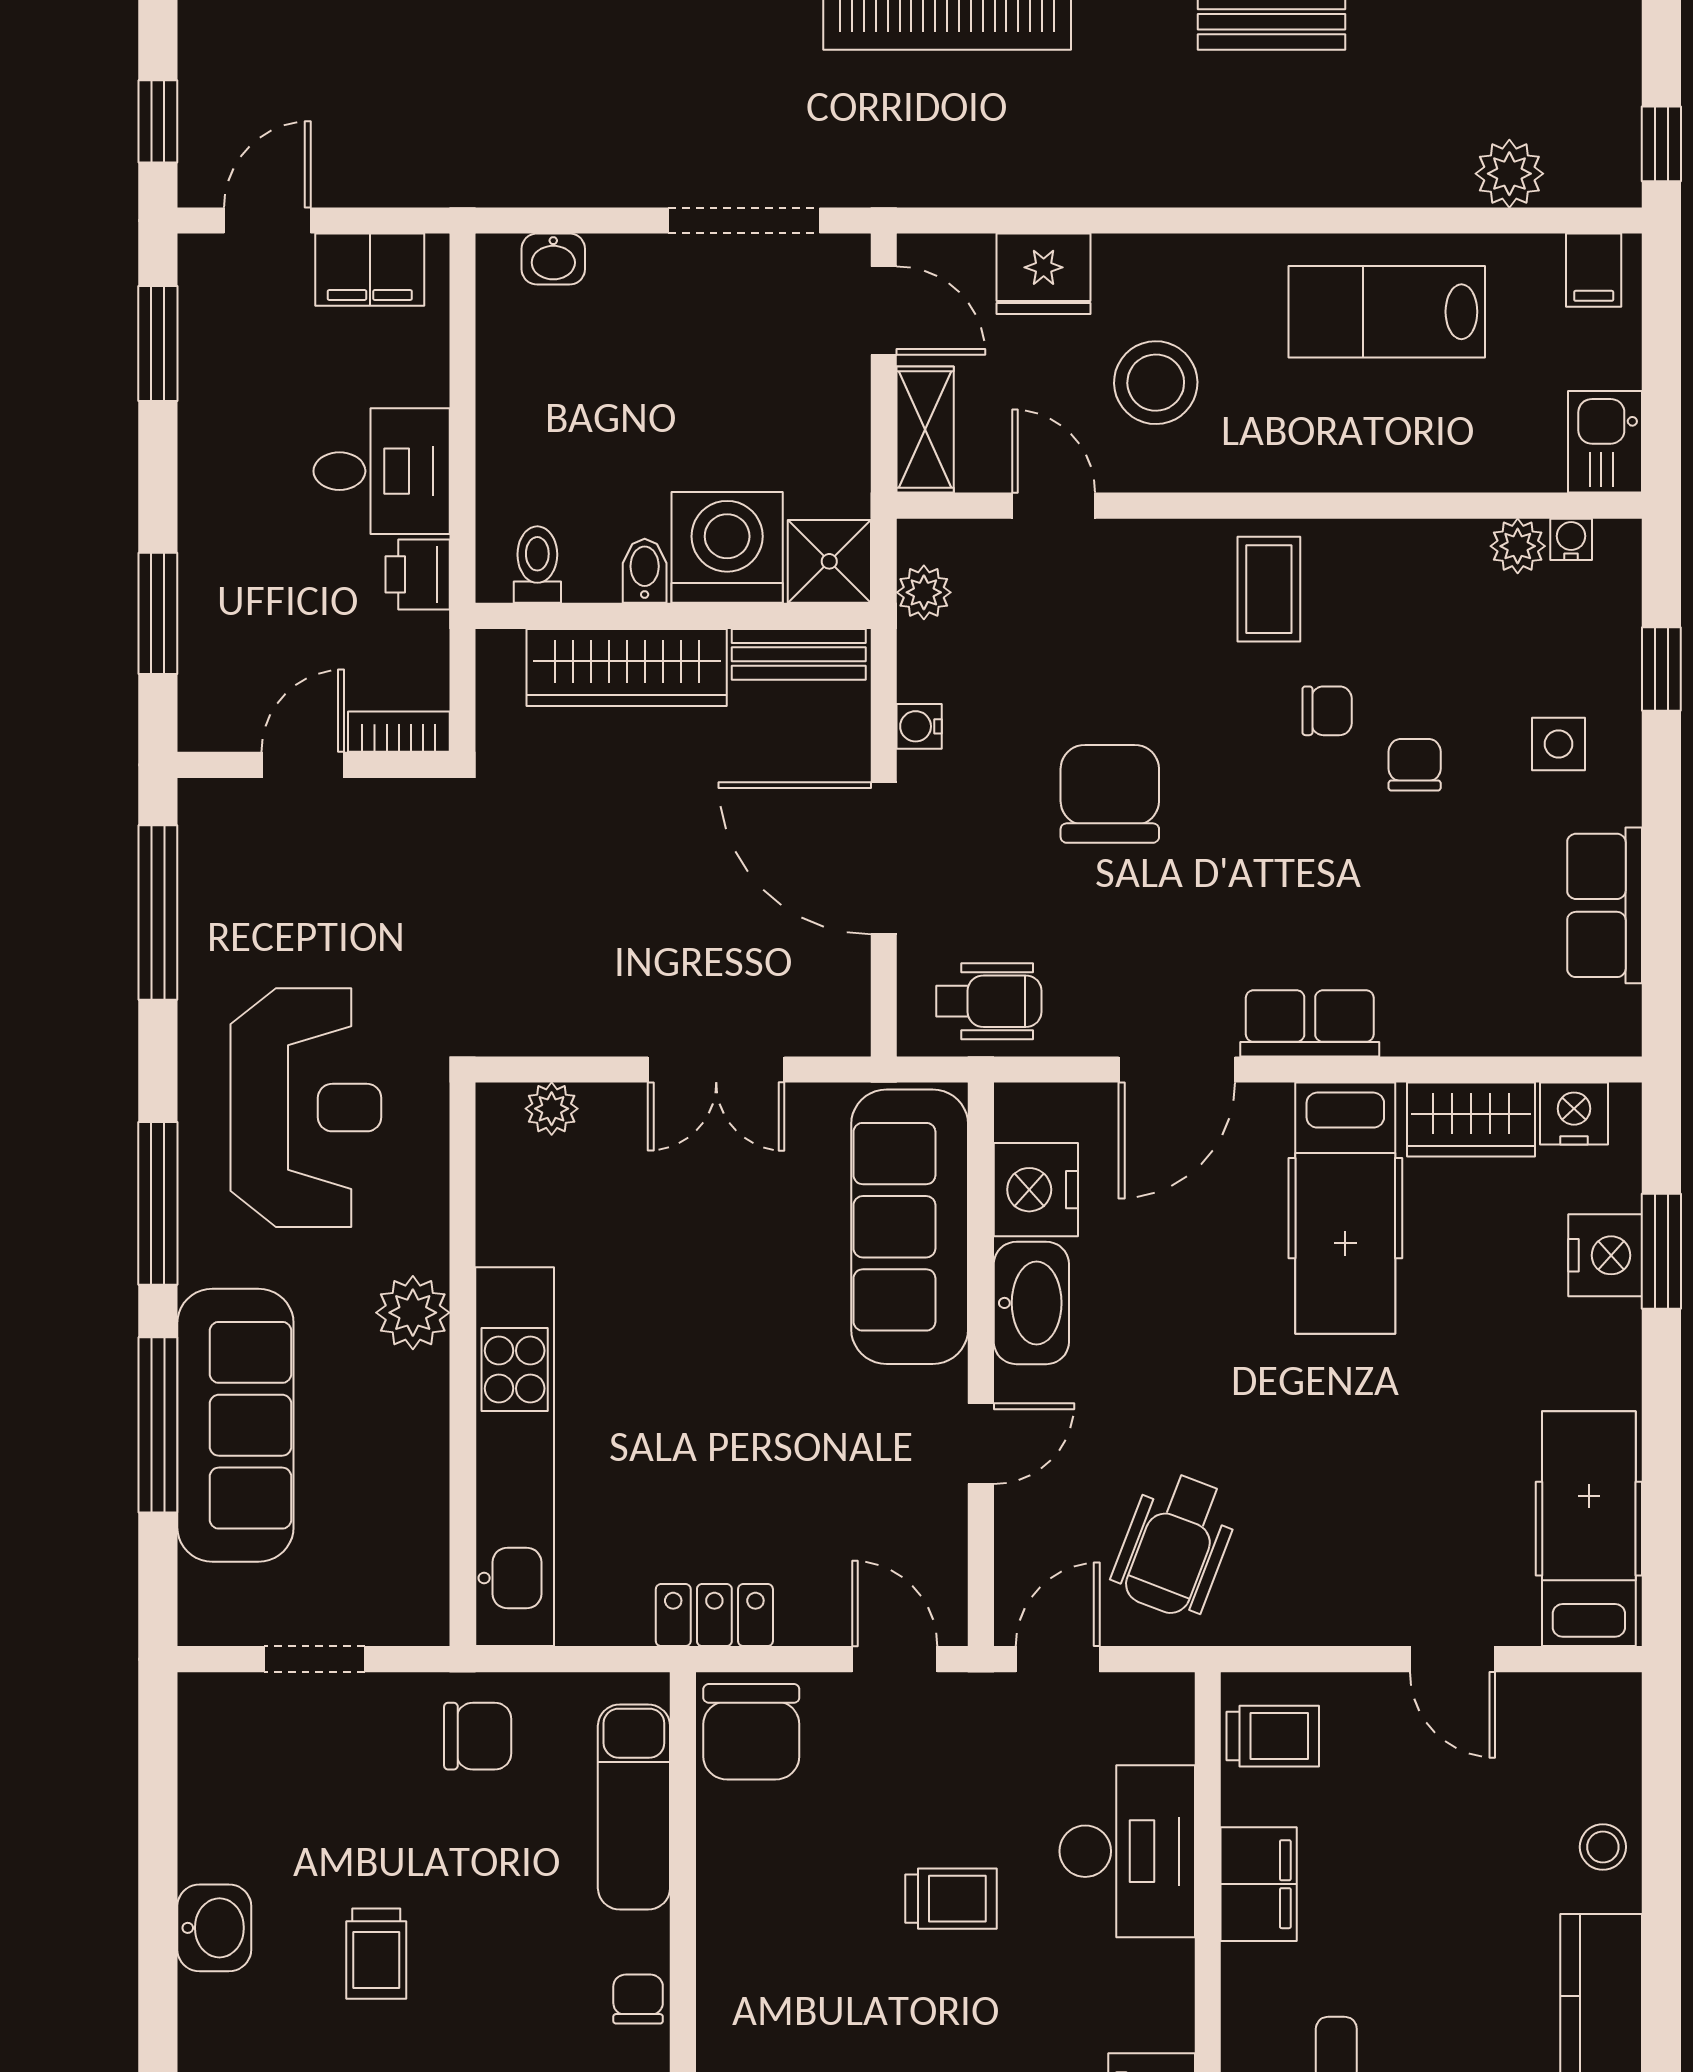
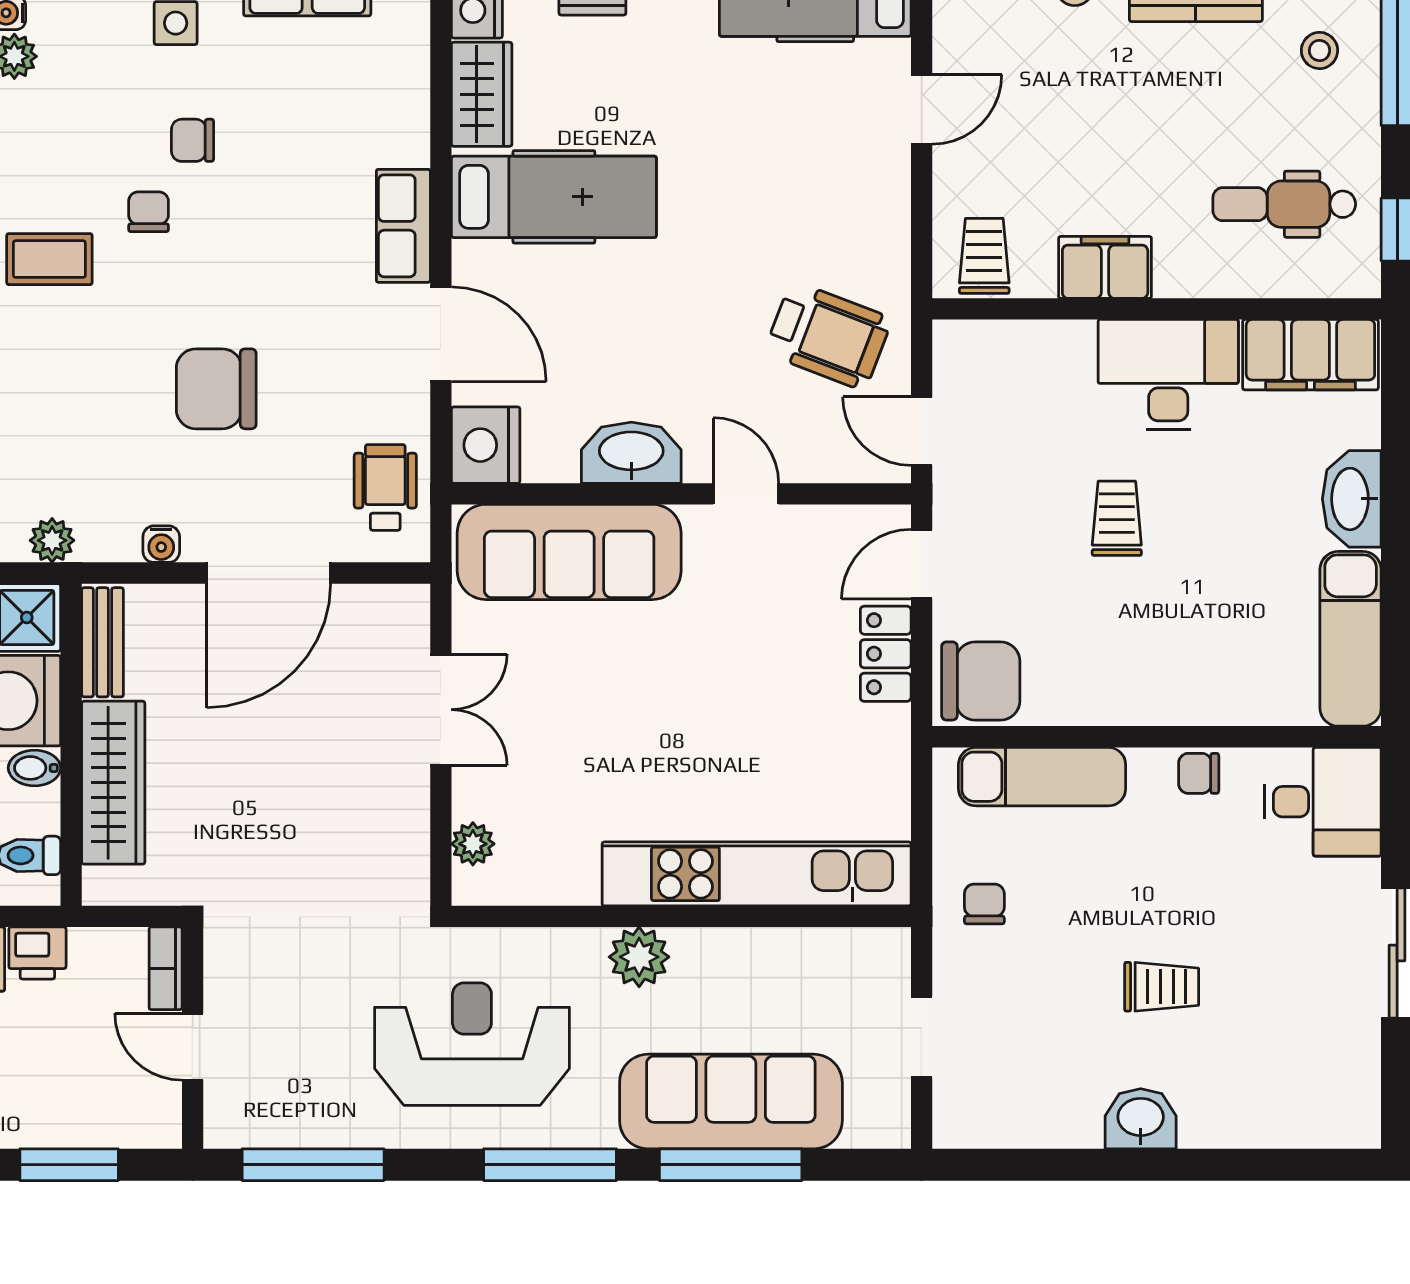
nightstand: (1036, 1190) -> (486, 445), moved, turned 90
locker: (714, 1615) -> (886, 654), moved
chair: (478, 1736) -> (984, 904), width x0.73, depth x0.73
desk: (1127, 1851) -> (1168, 375), moved

